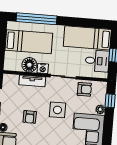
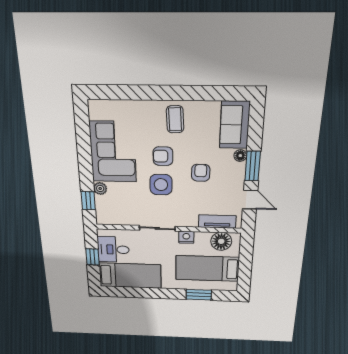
window: (36, 19) -> (199, 295), width x0.47
floor lamp: (29, 65) -> (221, 241), moved
tv unit: (32, 81) -> (217, 221), moved
armchair: (84, 89) -> (163, 156), moved

